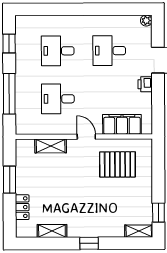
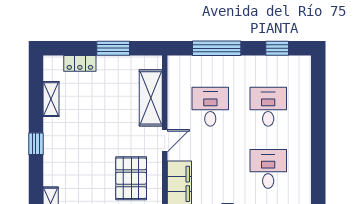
shelving: (51, 146) -> (151, 98), width x1.50, depth x1.33

